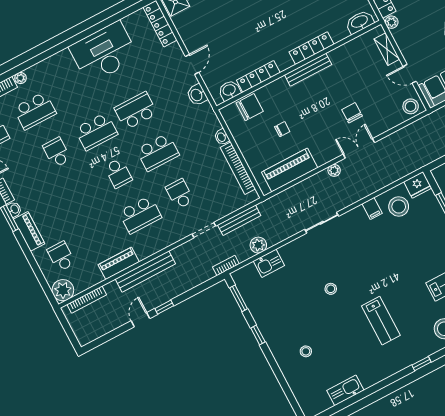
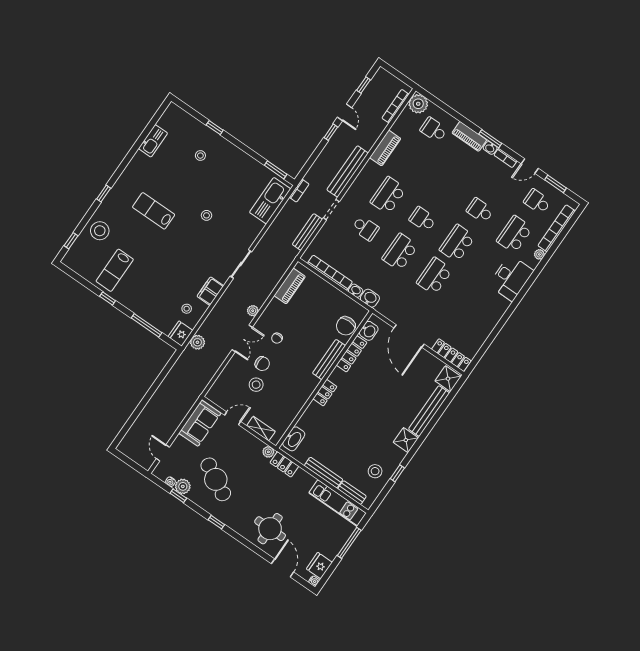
locker: (312, 48) -> (325, 393), width x0.66
desk: (104, 52) -> (511, 278), moved, width x0.73, depth x0.77
door: (192, 64) -> (409, 336), width x1.88
bench: (308, 70) -> (329, 359), moved
washbasin: (197, 95) -> (370, 298), moved
stool: (411, 106) -> (256, 385), moved
school desk: (136, 111) -> (434, 276), turned 180
chair: (282, 129) -> (277, 338), moved
school desk: (57, 152) -> (480, 210), turned 180
piano: (290, 170) -> (290, 286), width x0.73, depth x0.75
stool: (399, 206) -> (187, 309), width x0.53, depth x0.53
filing cabinet: (372, 209) -> (210, 291), width x2.00
plant: (258, 245) -> (197, 342), moved
school desk: (61, 256) -> (434, 130), turned 180
kitchen sink: (269, 263) -> (270, 201), width x1.87, depth x1.24
bench: (145, 271) -> (348, 171), moved
window: (258, 335) -> (215, 128), moved
window: (107, 337) -> (364, 85), added

